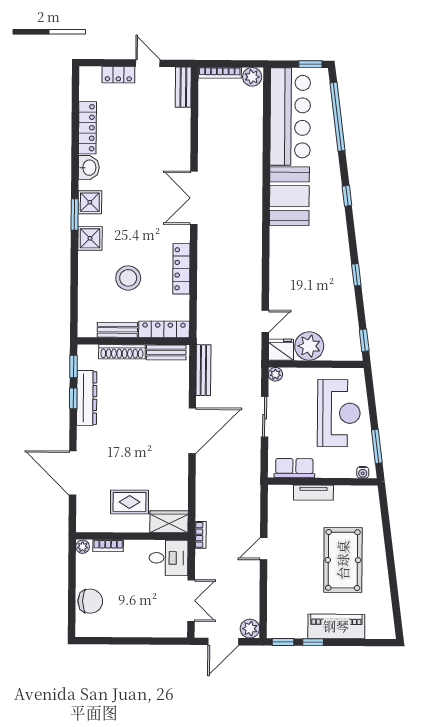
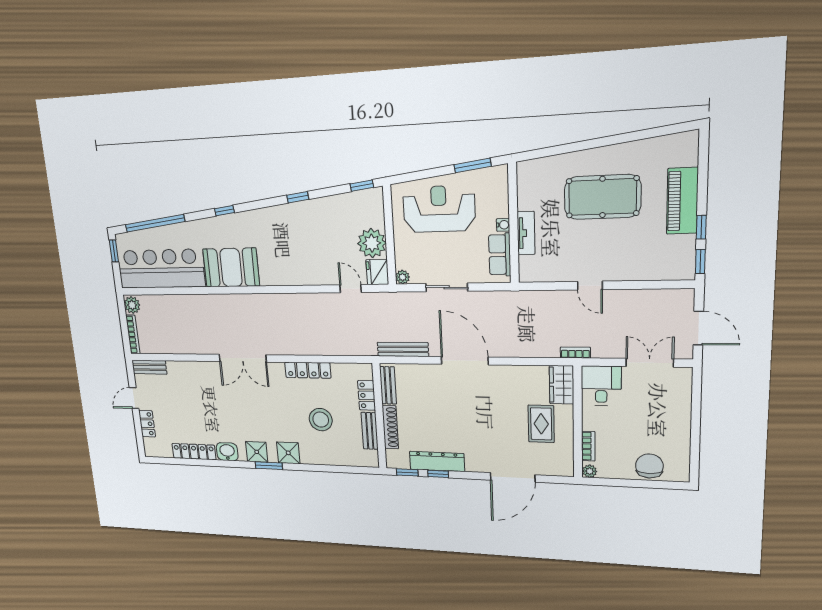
locker: (164, 329) -> (367, 395), width x0.66
water cooler: (363, 472) -> (503, 225), moved
plant: (250, 629) -> (683, 299), removed

